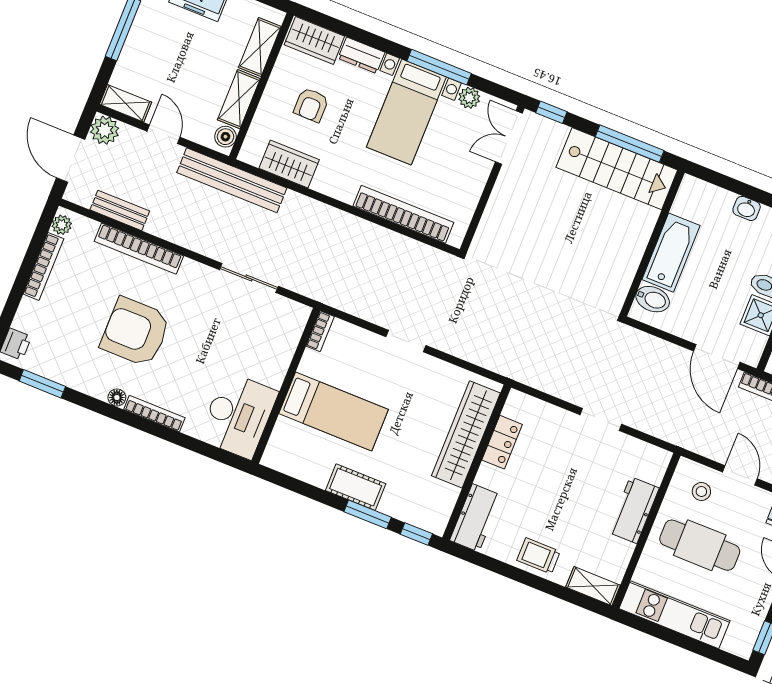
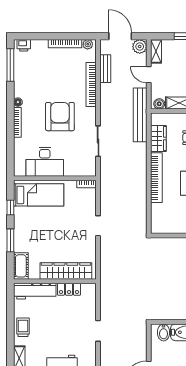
door: (164, 134) -> (149, 75), swing flipped
door: (71, 159) -> (120, 36), hinge flipped
bookcase: (403, 214) -> (156, 178), moved
armchair: (135, 332) -> (60, 117), moved
window: (42, 384) -> (10, 65), width x1.44
bed: (334, 411) -> (39, 195), moved, turned -90
desk: (238, 415) -> (45, 162), moved
cot: (356, 487) -> (21, 266), moved
workbench: (476, 518) -> (35, 291), width x1.38
window: (416, 534) -> (10, 207), moved

